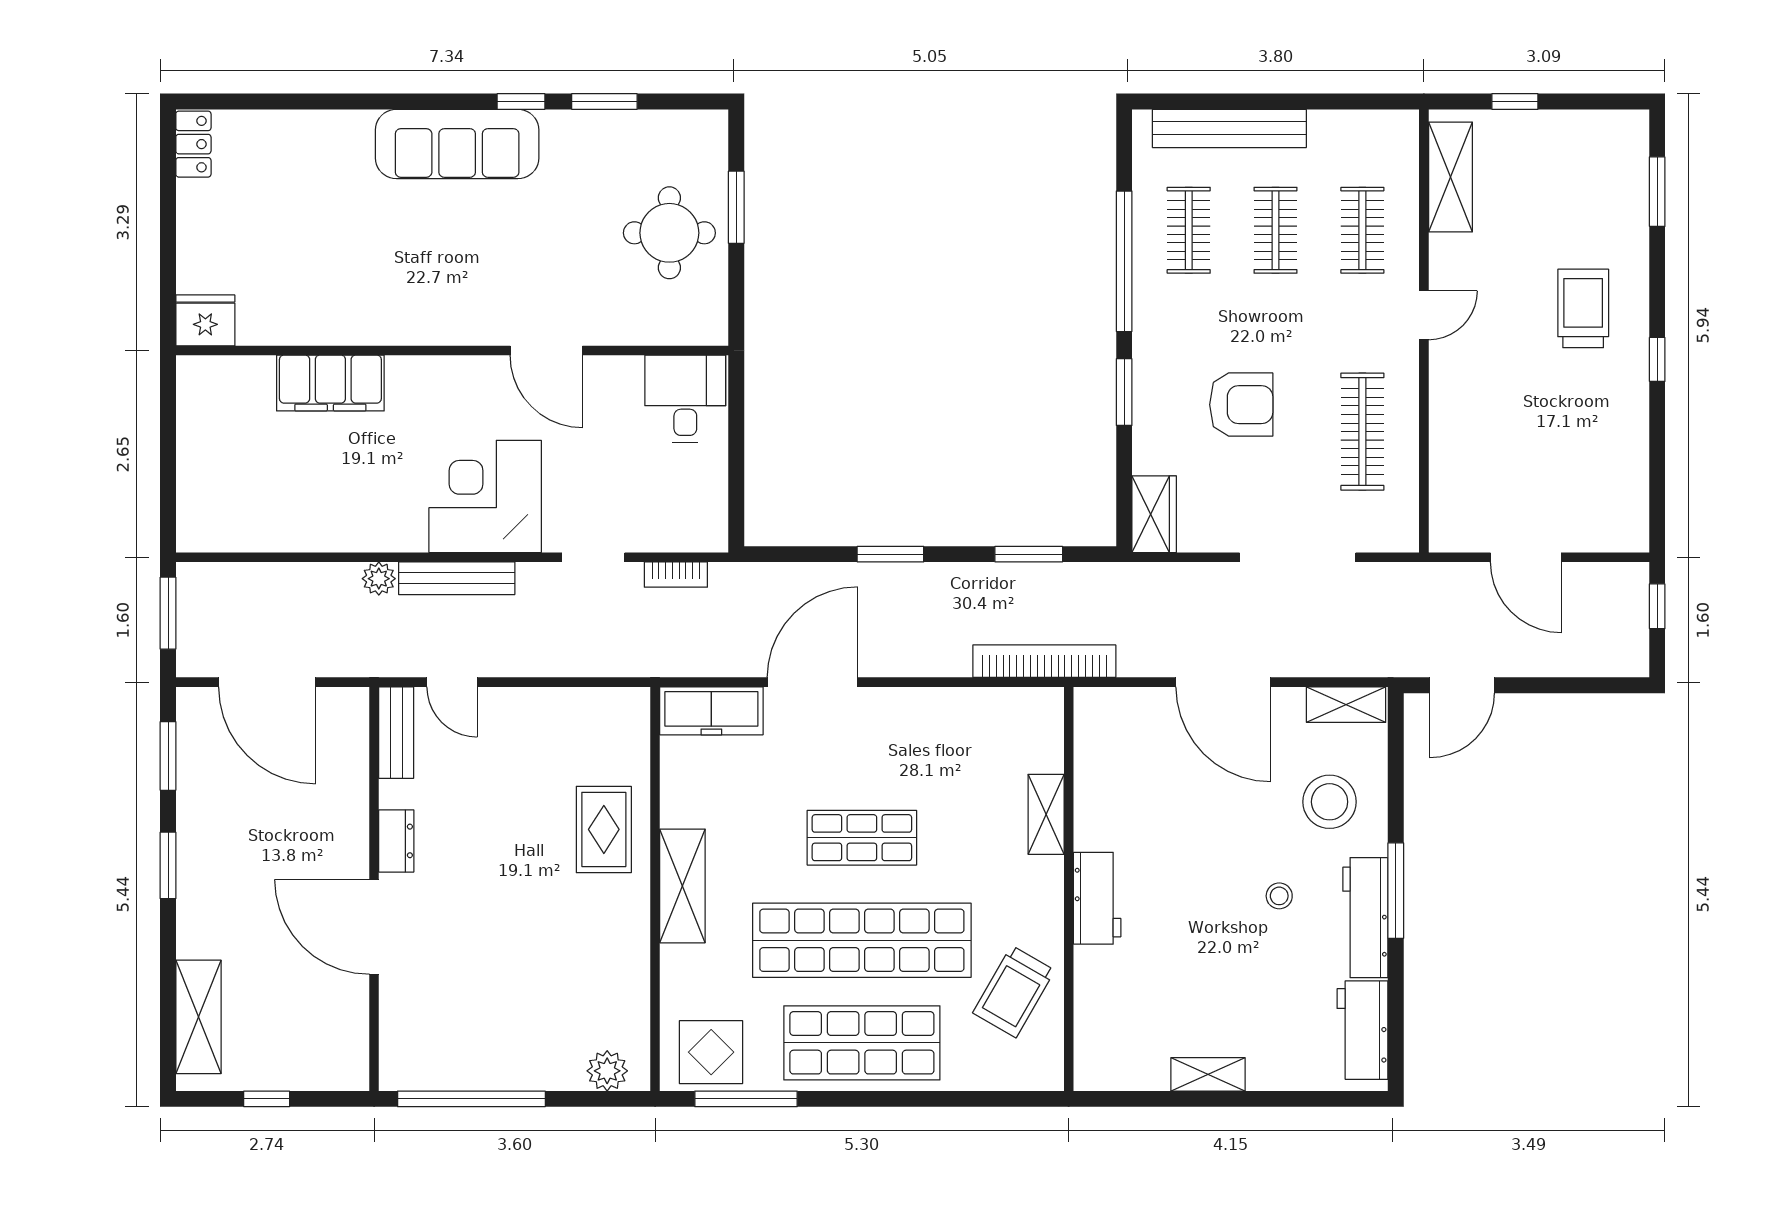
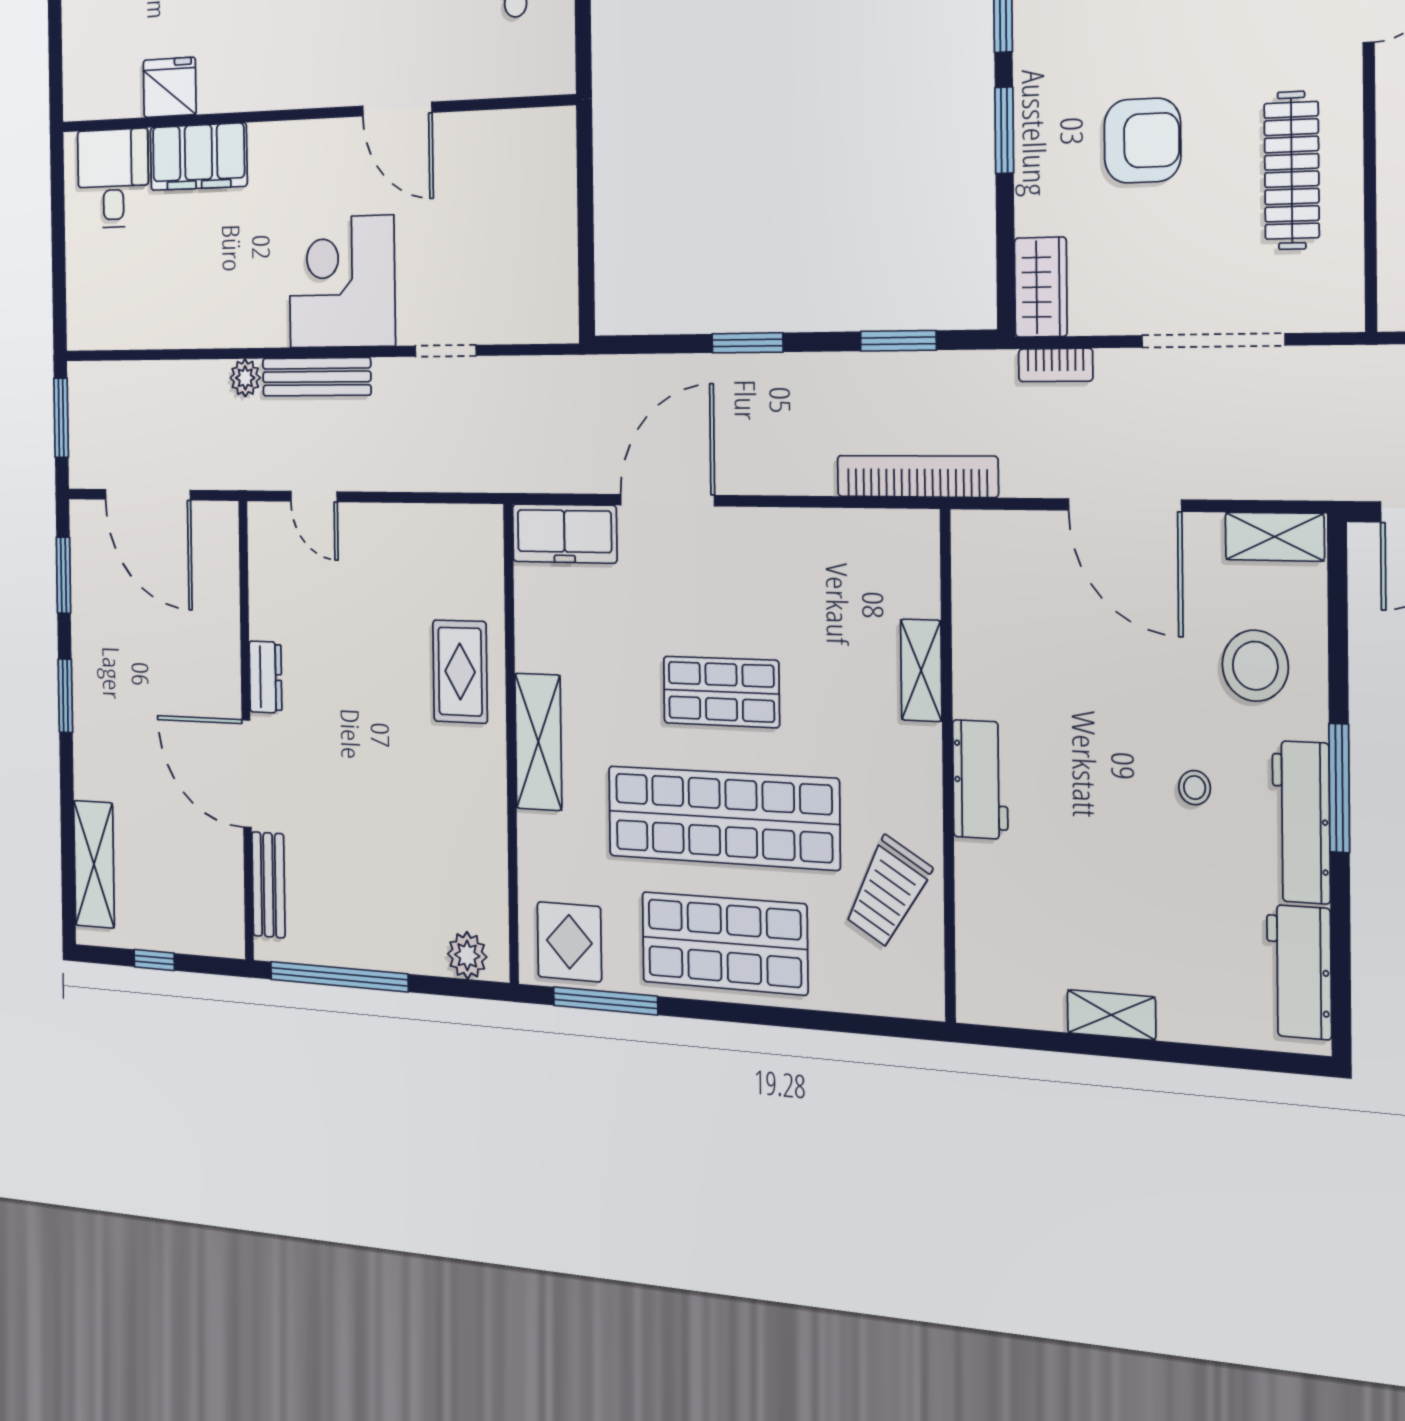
fridge: (205, 320) -> (170, 87), moved
desk: (685, 399) -> (113, 178), moved
bookcase: (676, 575) -> (1056, 365), moved
bench: (396, 733) -> (268, 885), moved

